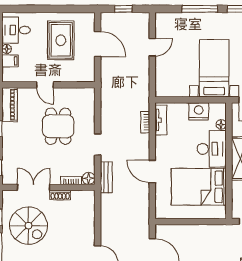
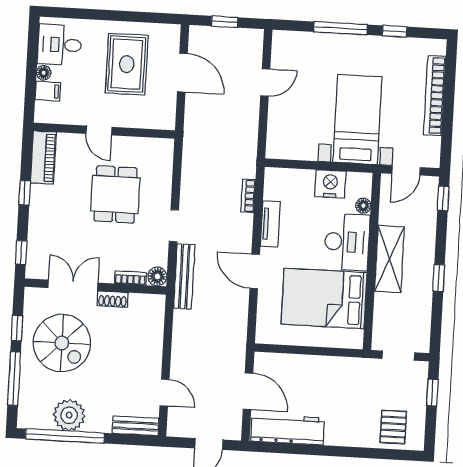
tv unit: (161, 120) -> (270, 224), moved
bench: (106, 178) -> (184, 276), width x1.36

